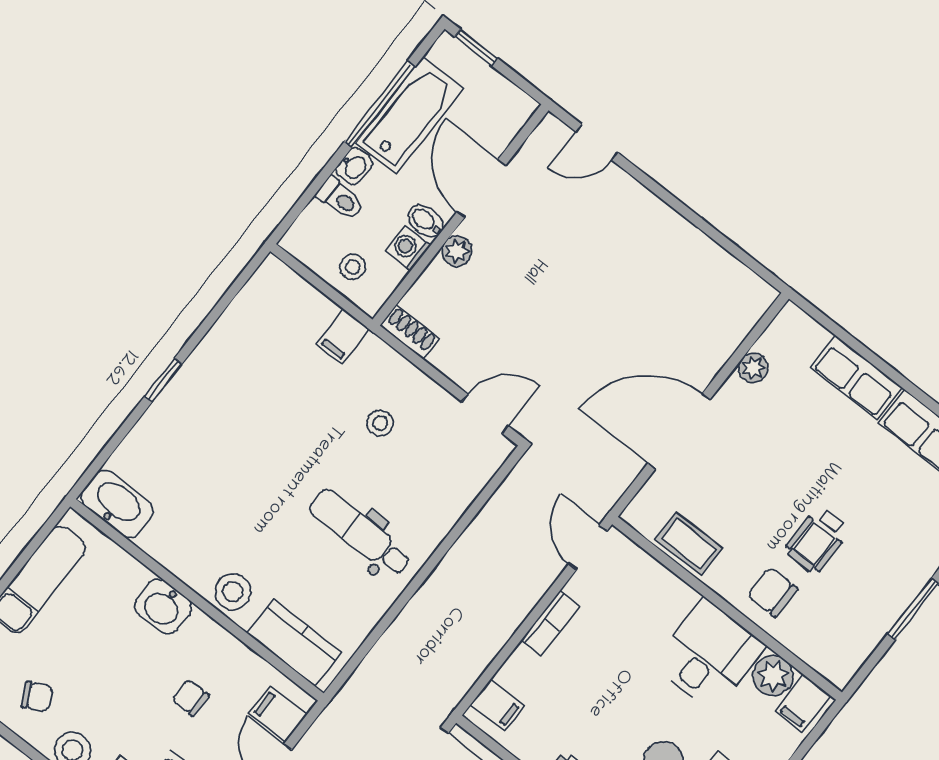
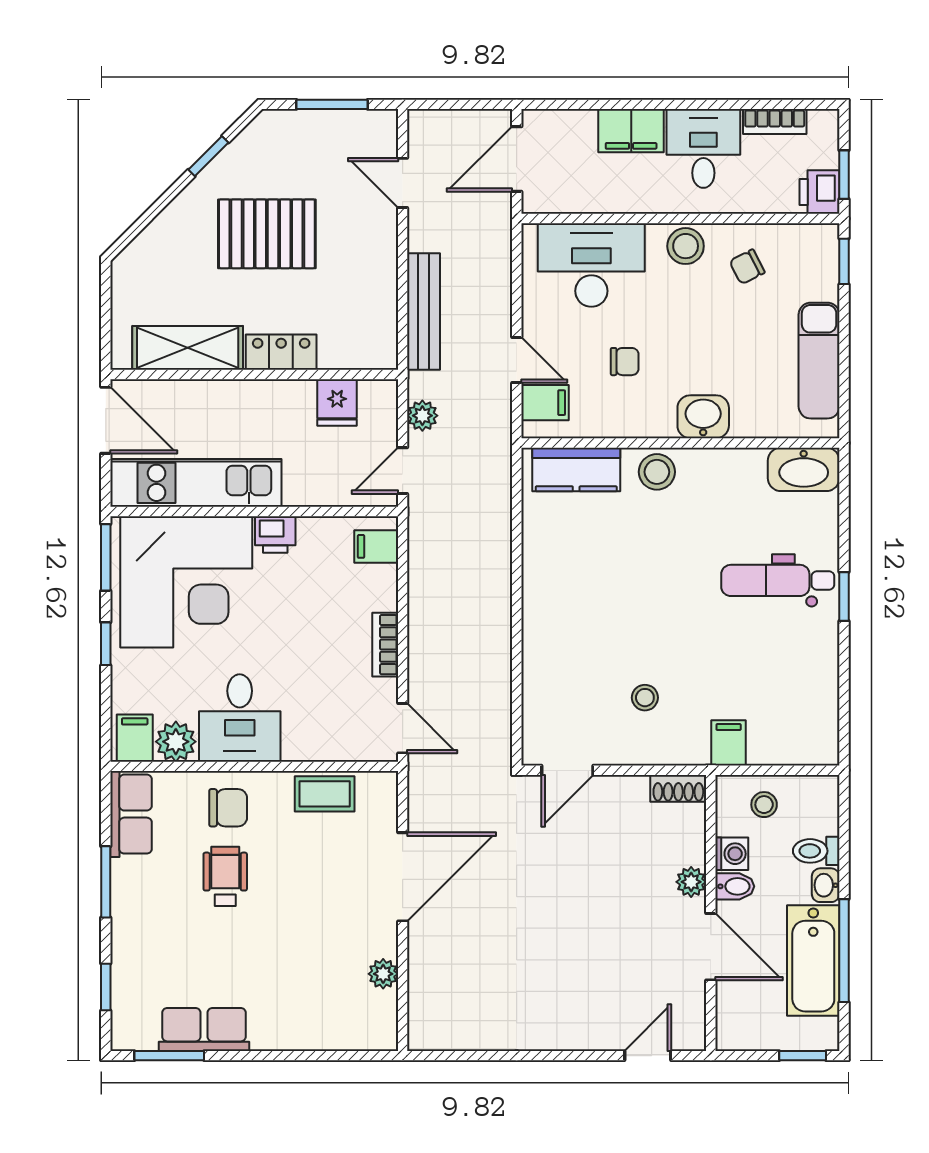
row of seats: (856, 377) -> (131, 814), moved, turned 90
dental chair: (360, 533) -> (778, 580), moved, turned 180

